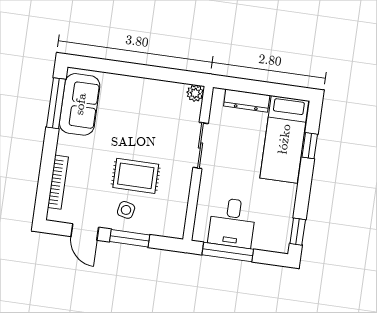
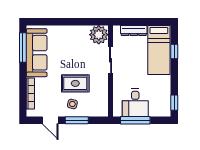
plant: (195, 93) -> (99, 35), width x1.87, depth x1.87
sofa: (80, 104) -> (37, 53), width x1.36

